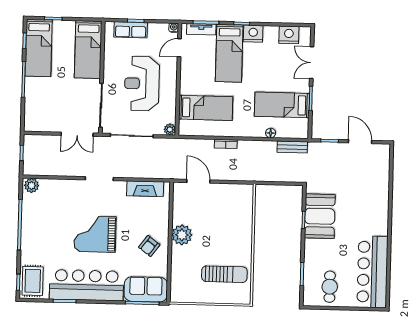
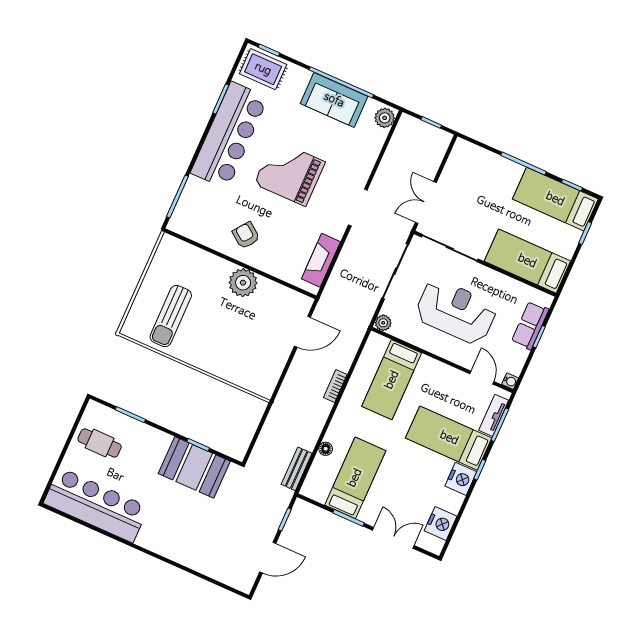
grand piano: (95, 234) -> (290, 173), turned -90
sofa: (146, 289) -> (334, 100), moved, turned 90

